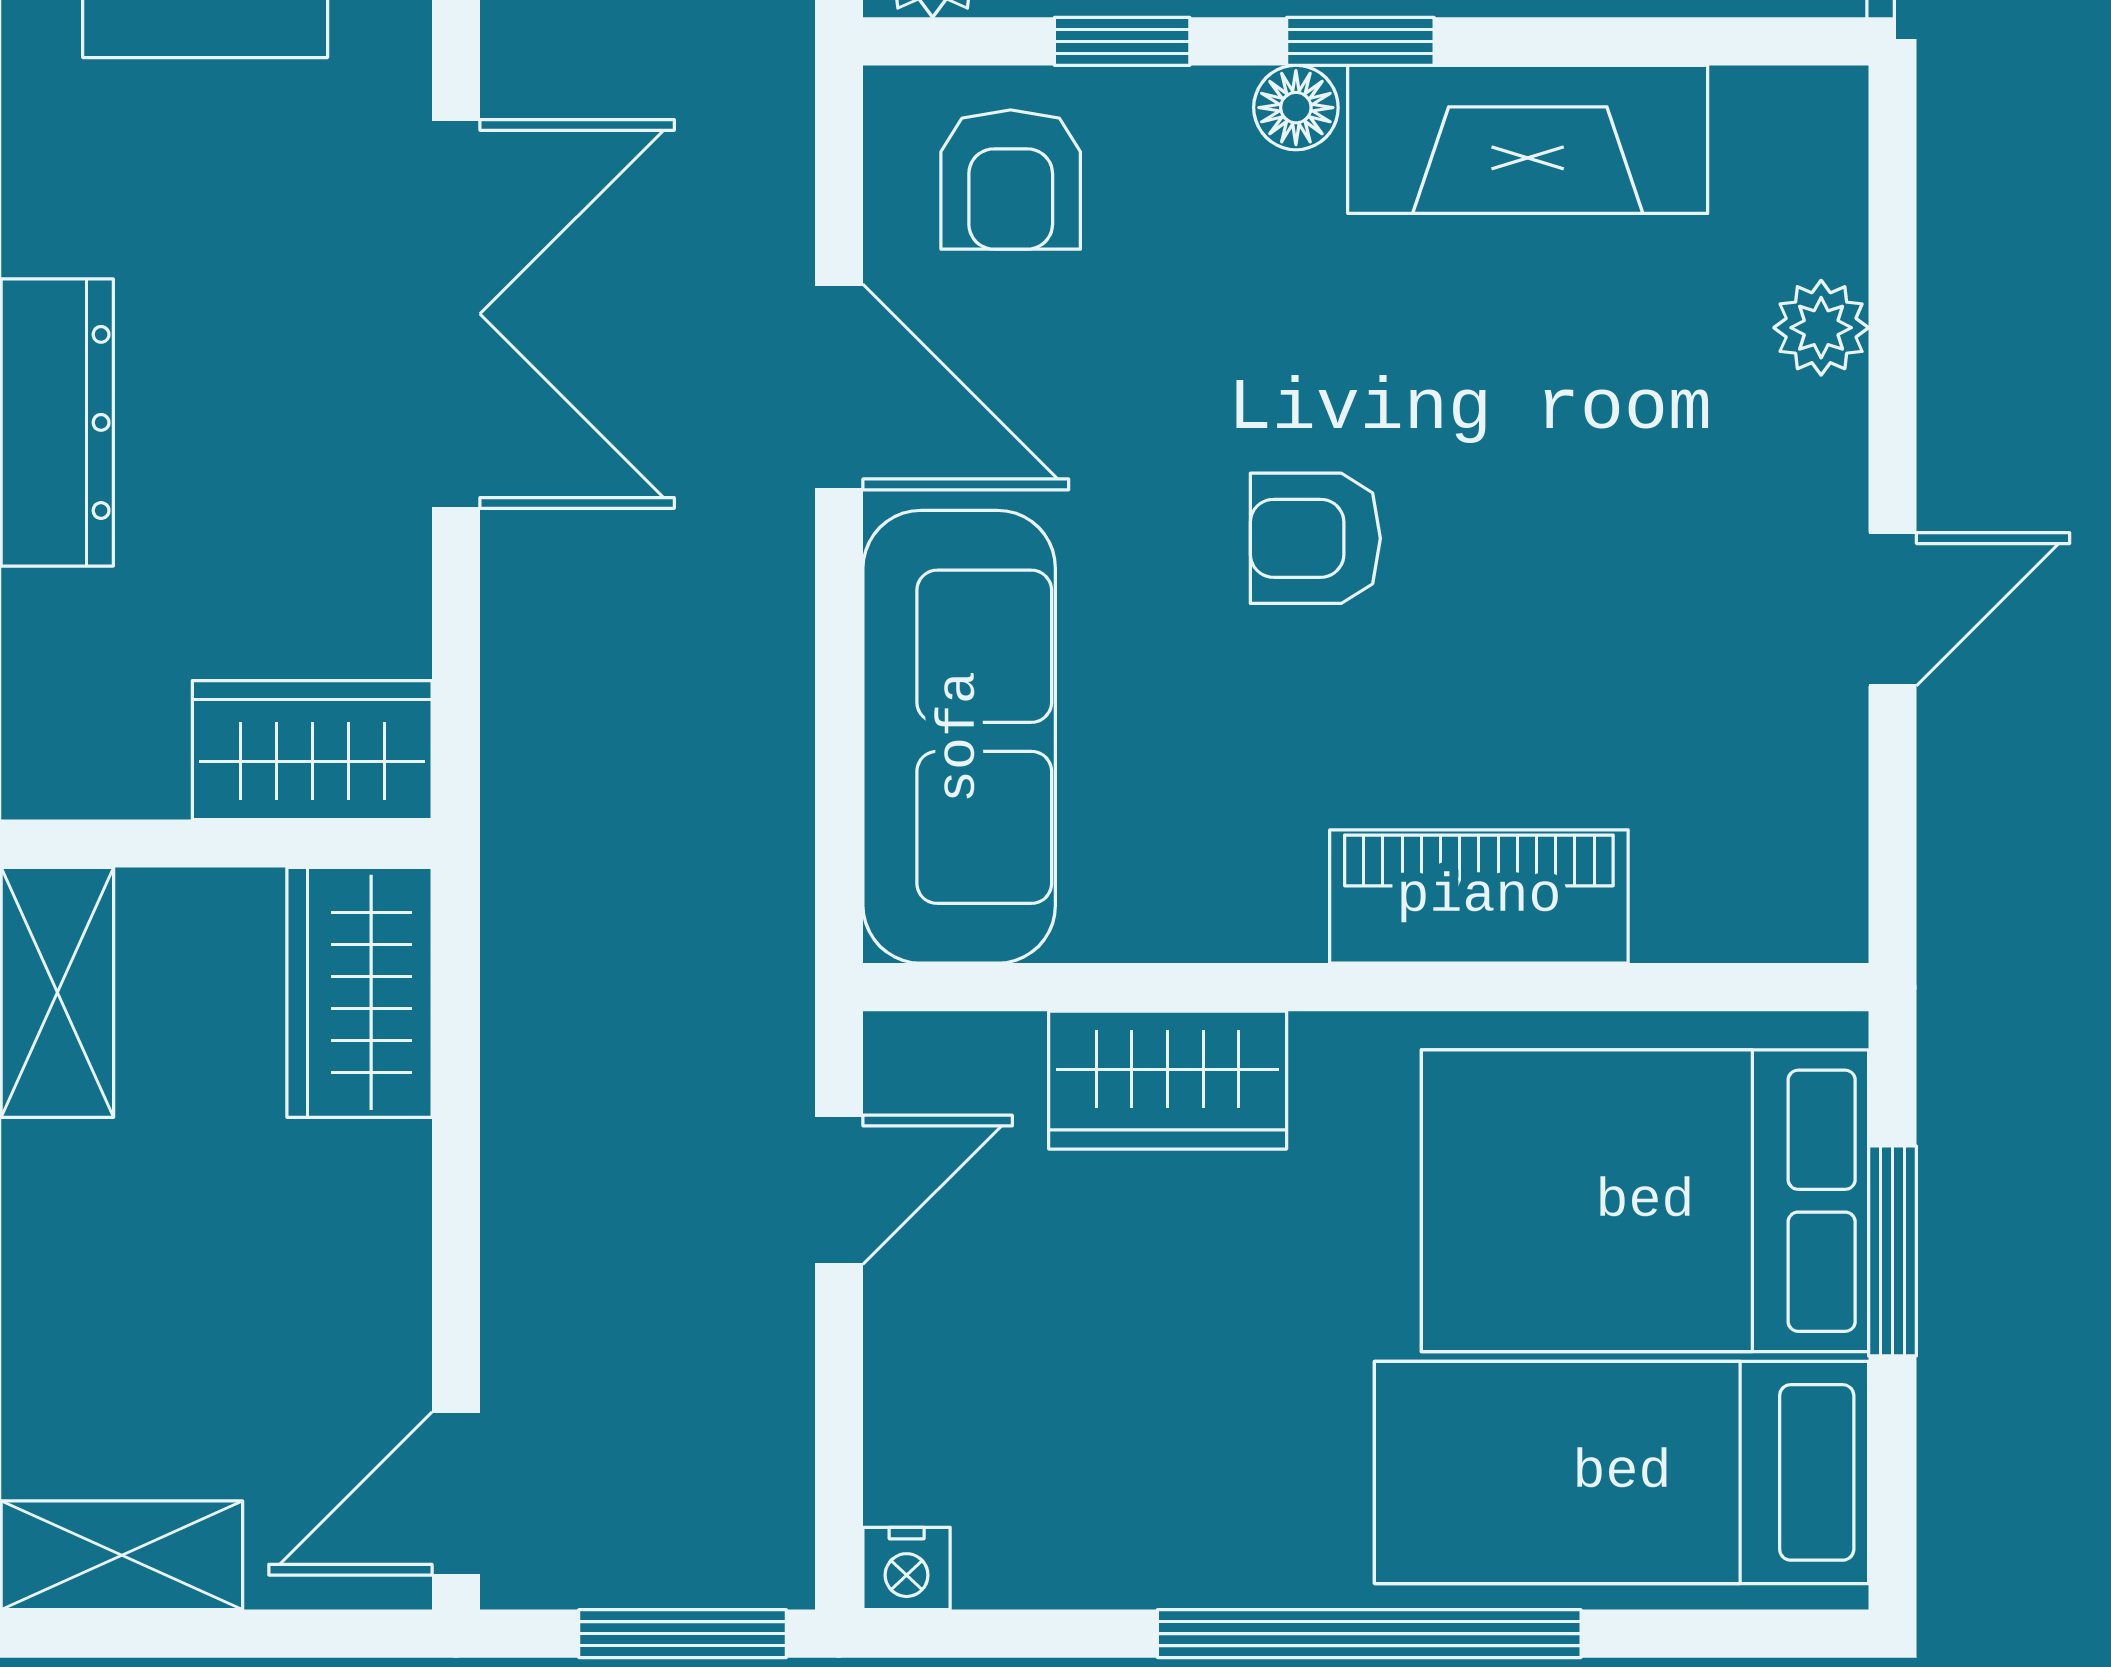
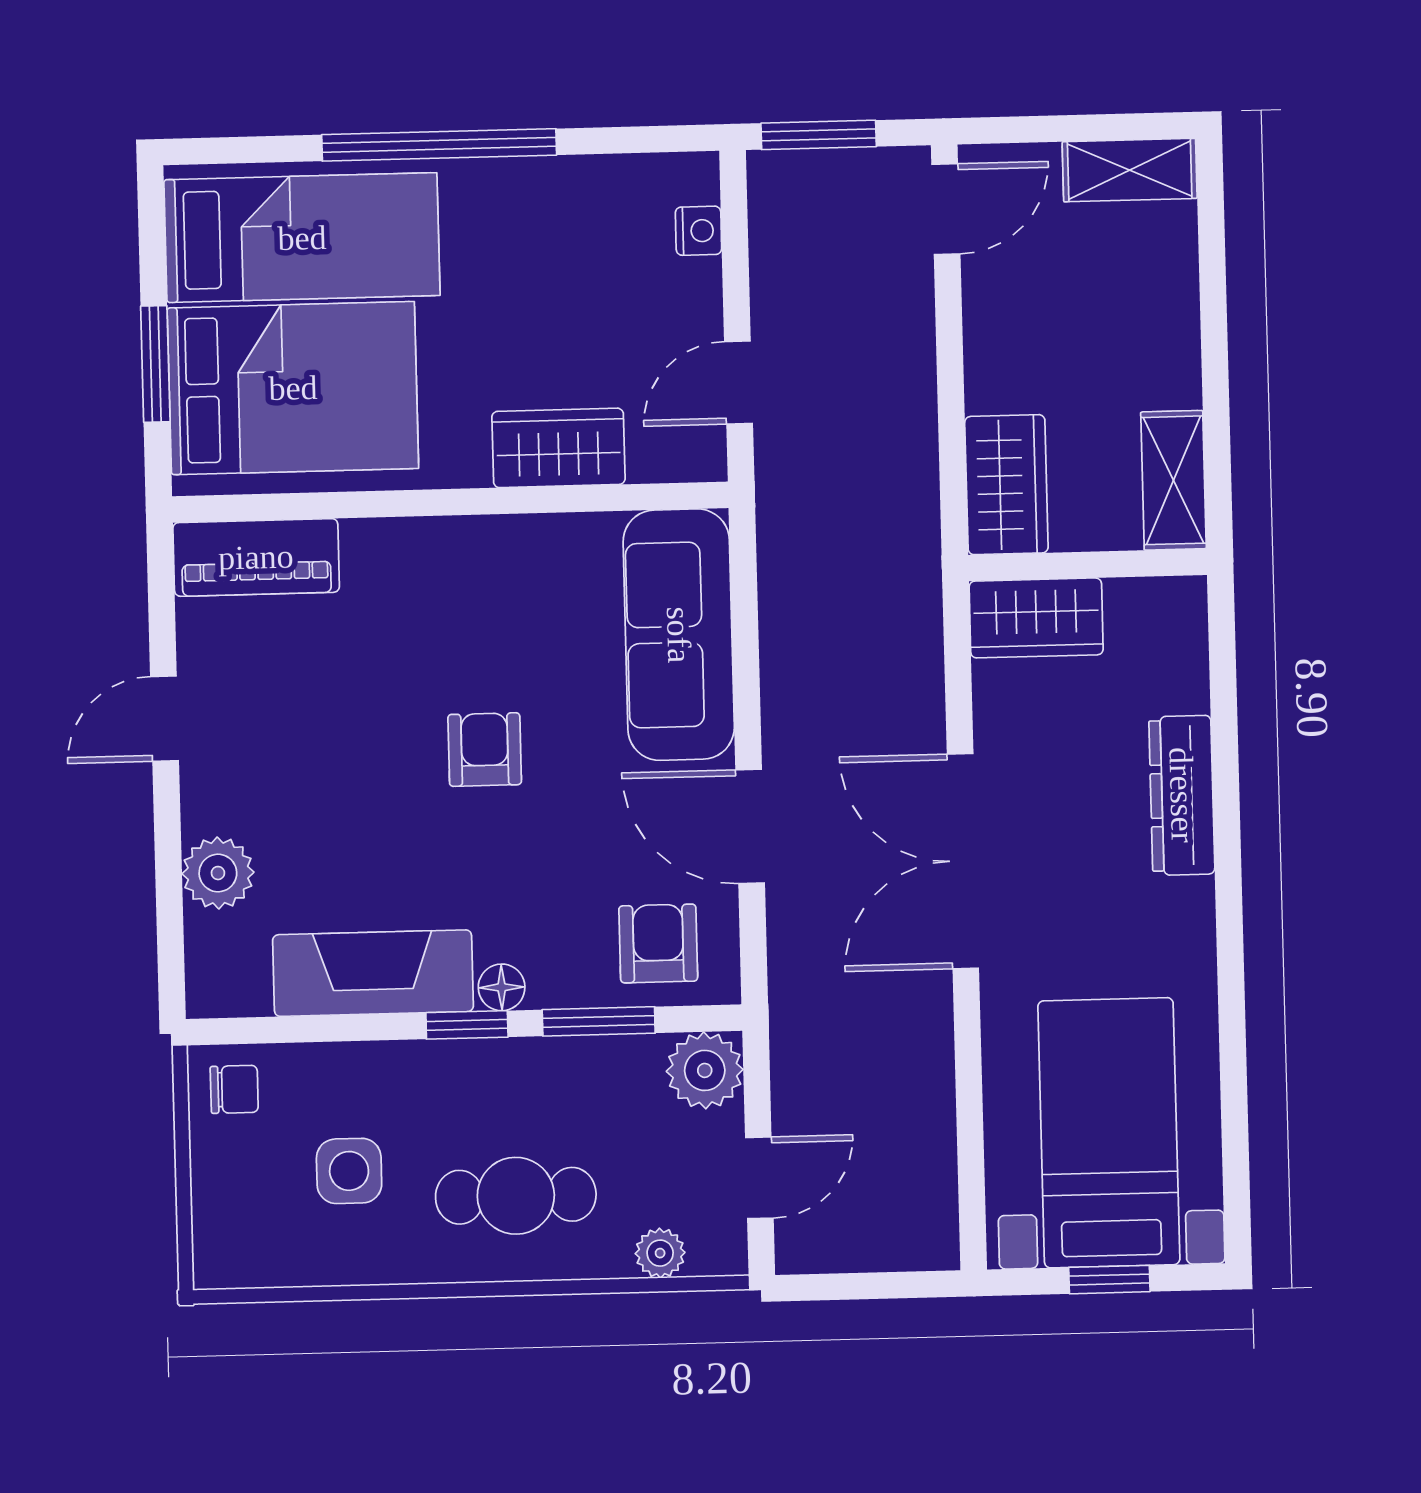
window: (1122, 41) -> (599, 1021), width x1.50
plant: (1821, 328) -> (218, 873), width x1.38, depth x1.38
armchair: (1315, 538) -> (485, 750), turned -90
piano: (1479, 896) -> (256, 557), moved
nightstand: (907, 1569) -> (699, 231), moved, turned 90

